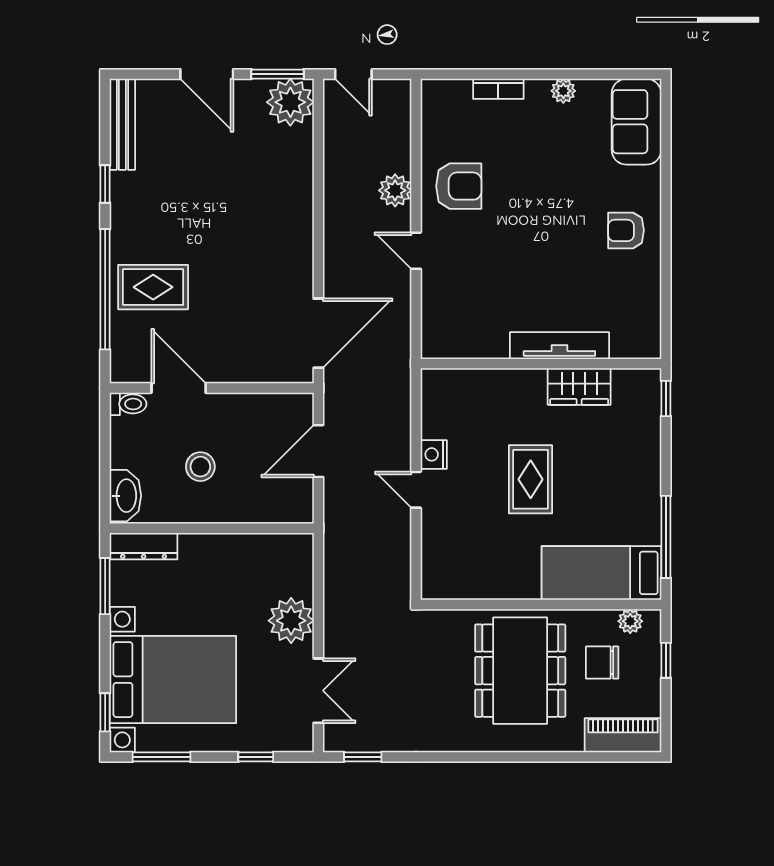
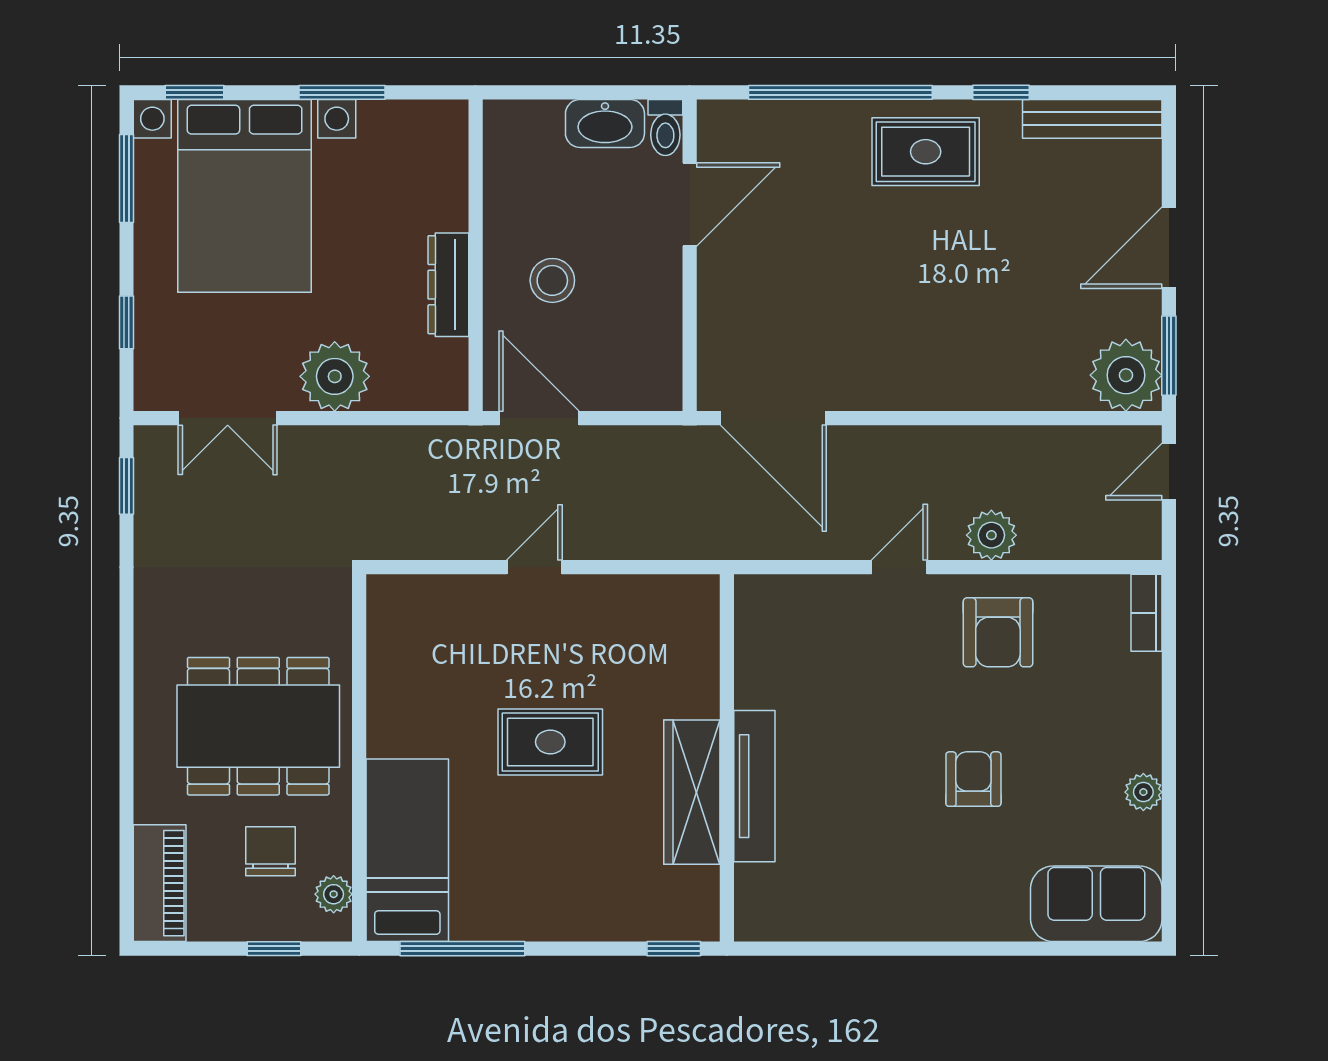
bookcase: (498, 89) -> (1147, 613), moved
armchair: (626, 230) -> (973, 779), moved
rug: (153, 287) -> (926, 152), moved, turned 90
wardrobe: (579, 387) -> (692, 792), width x1.50
door: (318, 451) -> (539, 418), moved
nightstand: (434, 454) -> (588, 594), removed
stool: (200, 467) -> (552, 280), moved
washbasin: (125, 496) -> (605, 123), moved
dresser: (144, 546) -> (448, 285), moved
window: (105, 586) -> (342, 92), moved

